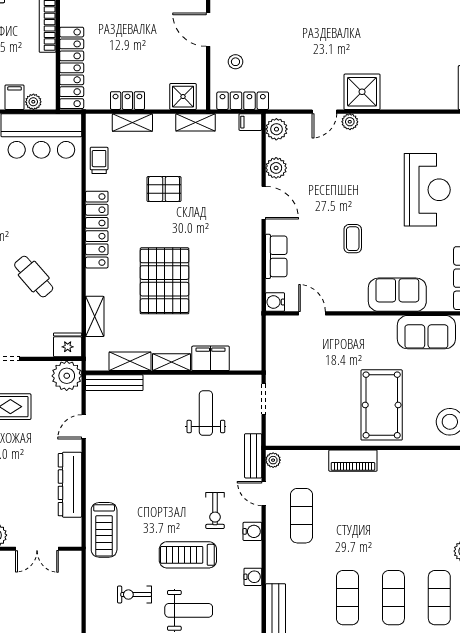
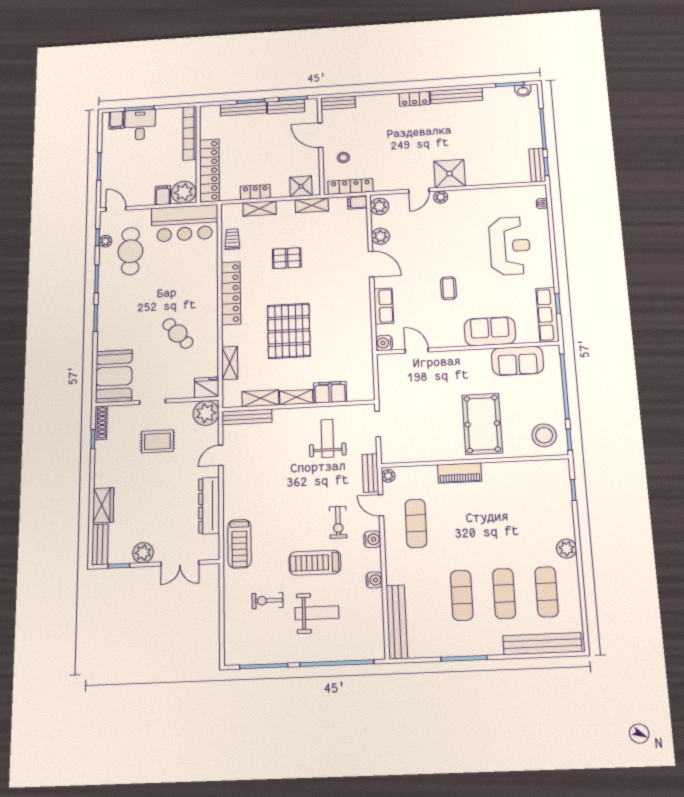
plant: (33, 102) -> (184, 192), width x1.88, depth x1.88

